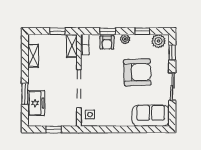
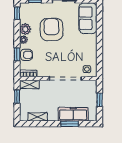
window: (142, 31) -> (17, 13), moved
plant: (158, 41) -> (25, 29), moved
freezer: (36, 103) -> (73, 114), width x1.40

